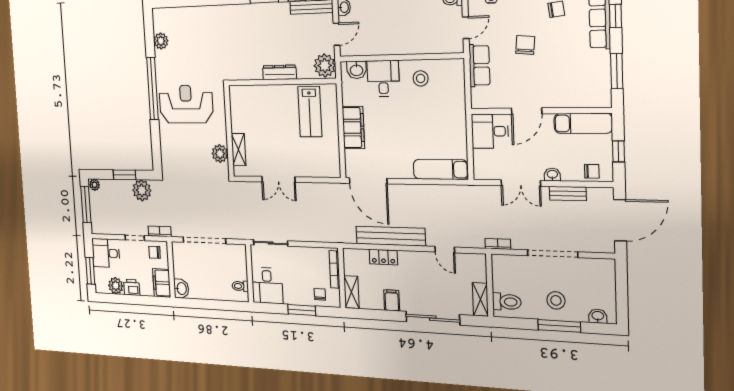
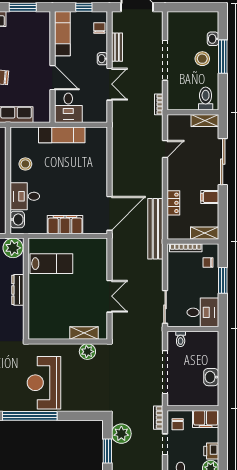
exam couch: (441, 169) -> (62, 135), moved, turned -90
bench: (391, 236) -> (155, 229), moved
toilet: (240, 286) -> (181, 339), moved
washbasin: (181, 289) -> (211, 377), moved, turned -90
washbasin: (598, 316) -> (213, 39), moved

